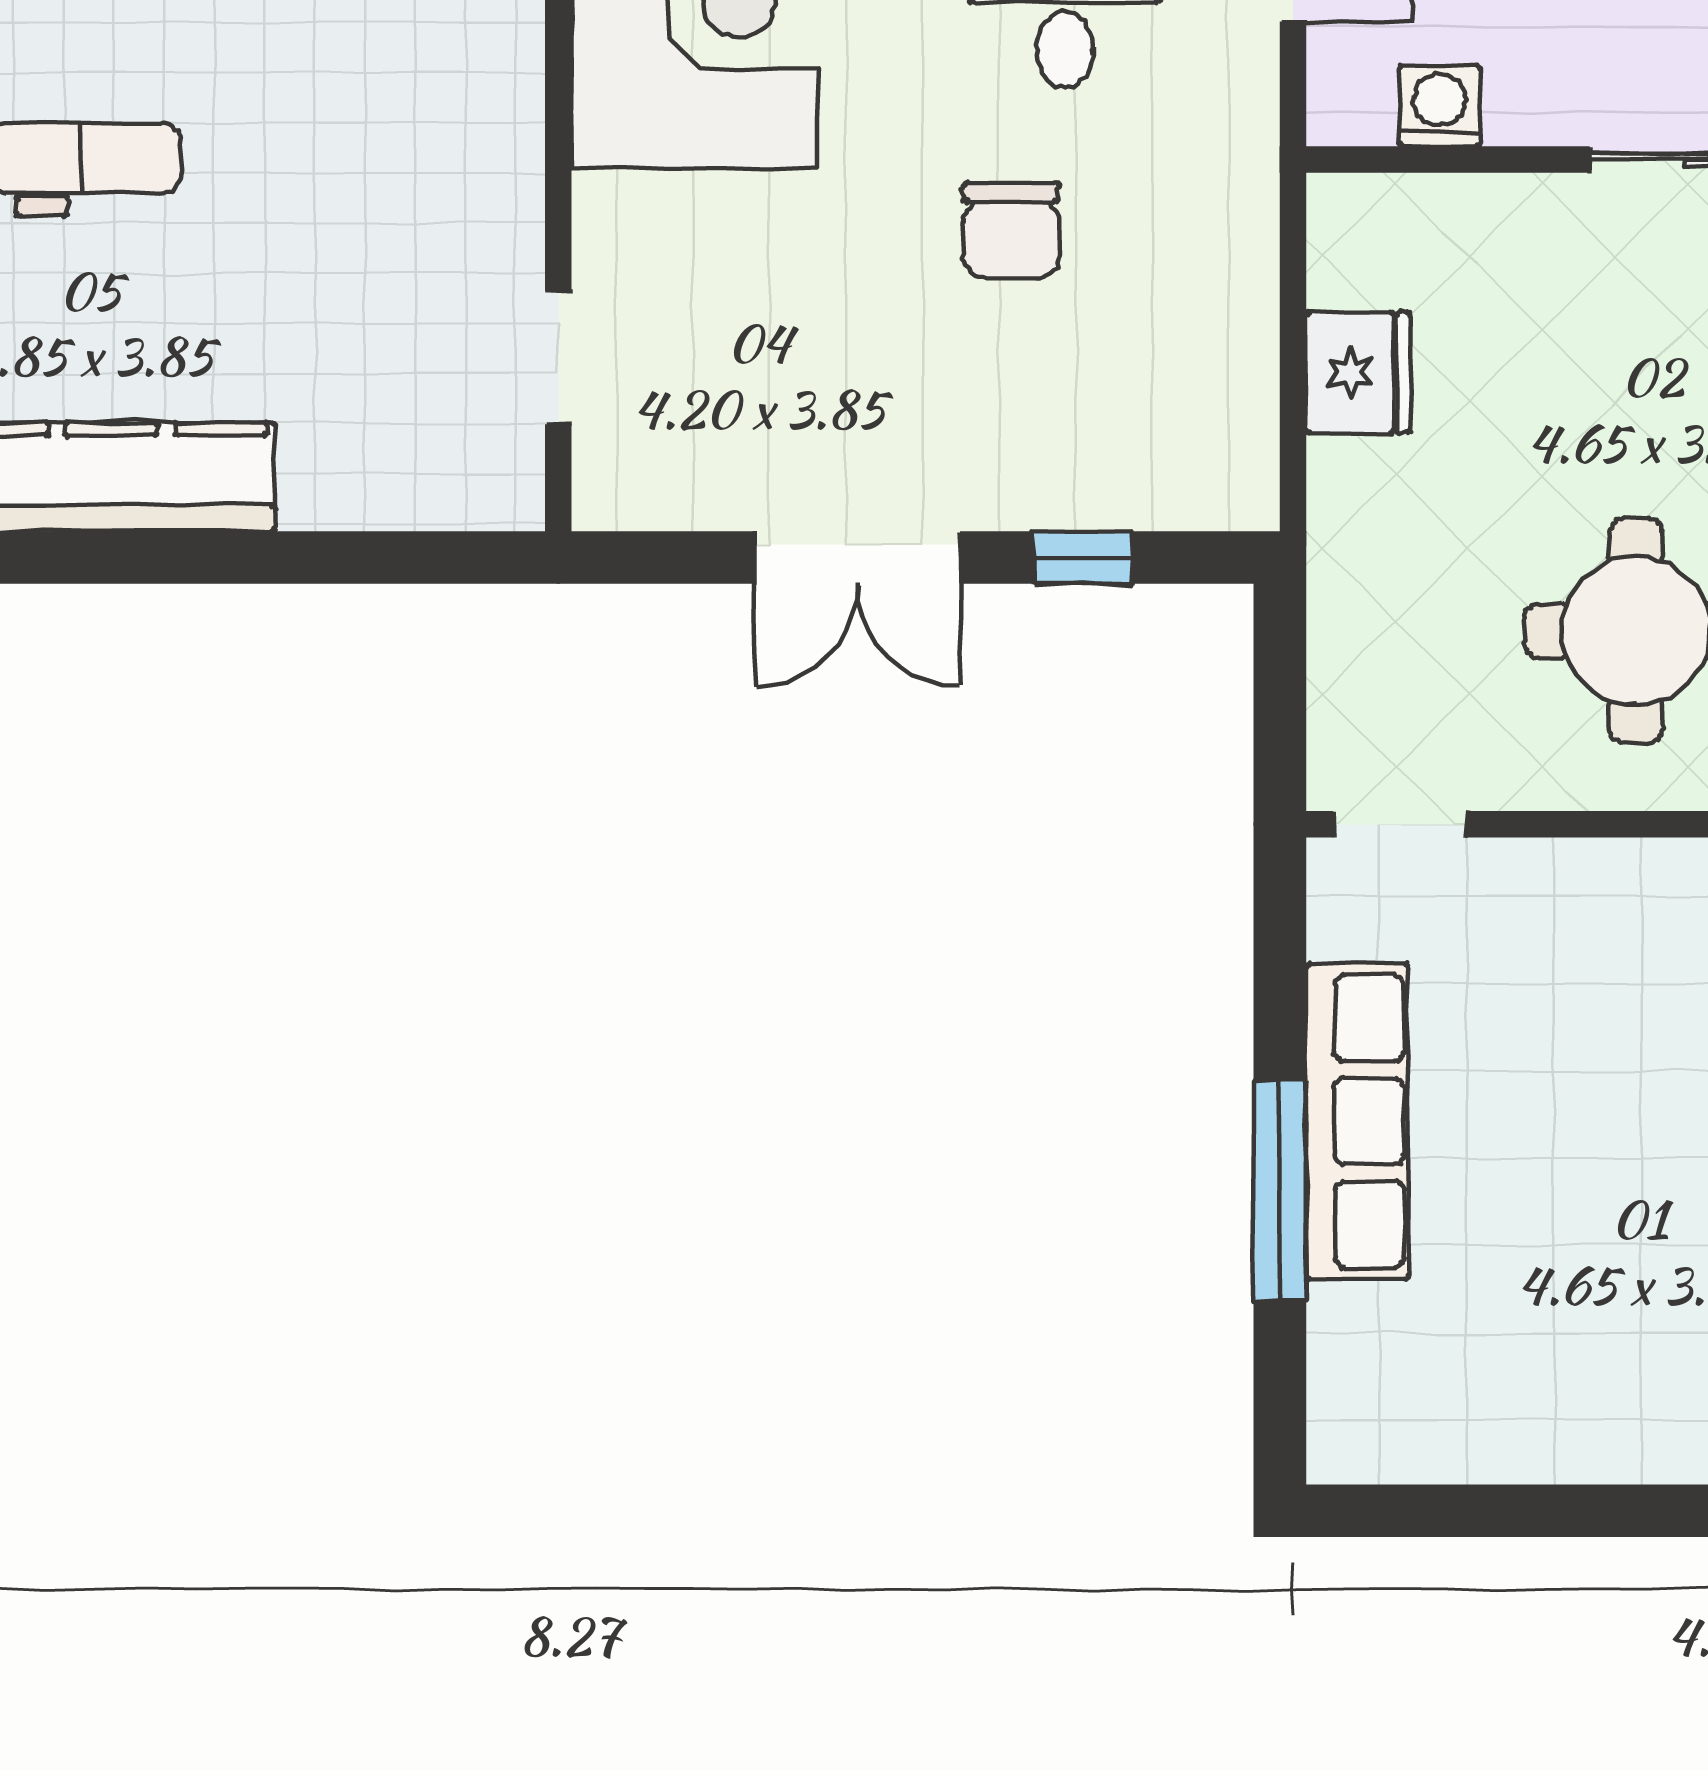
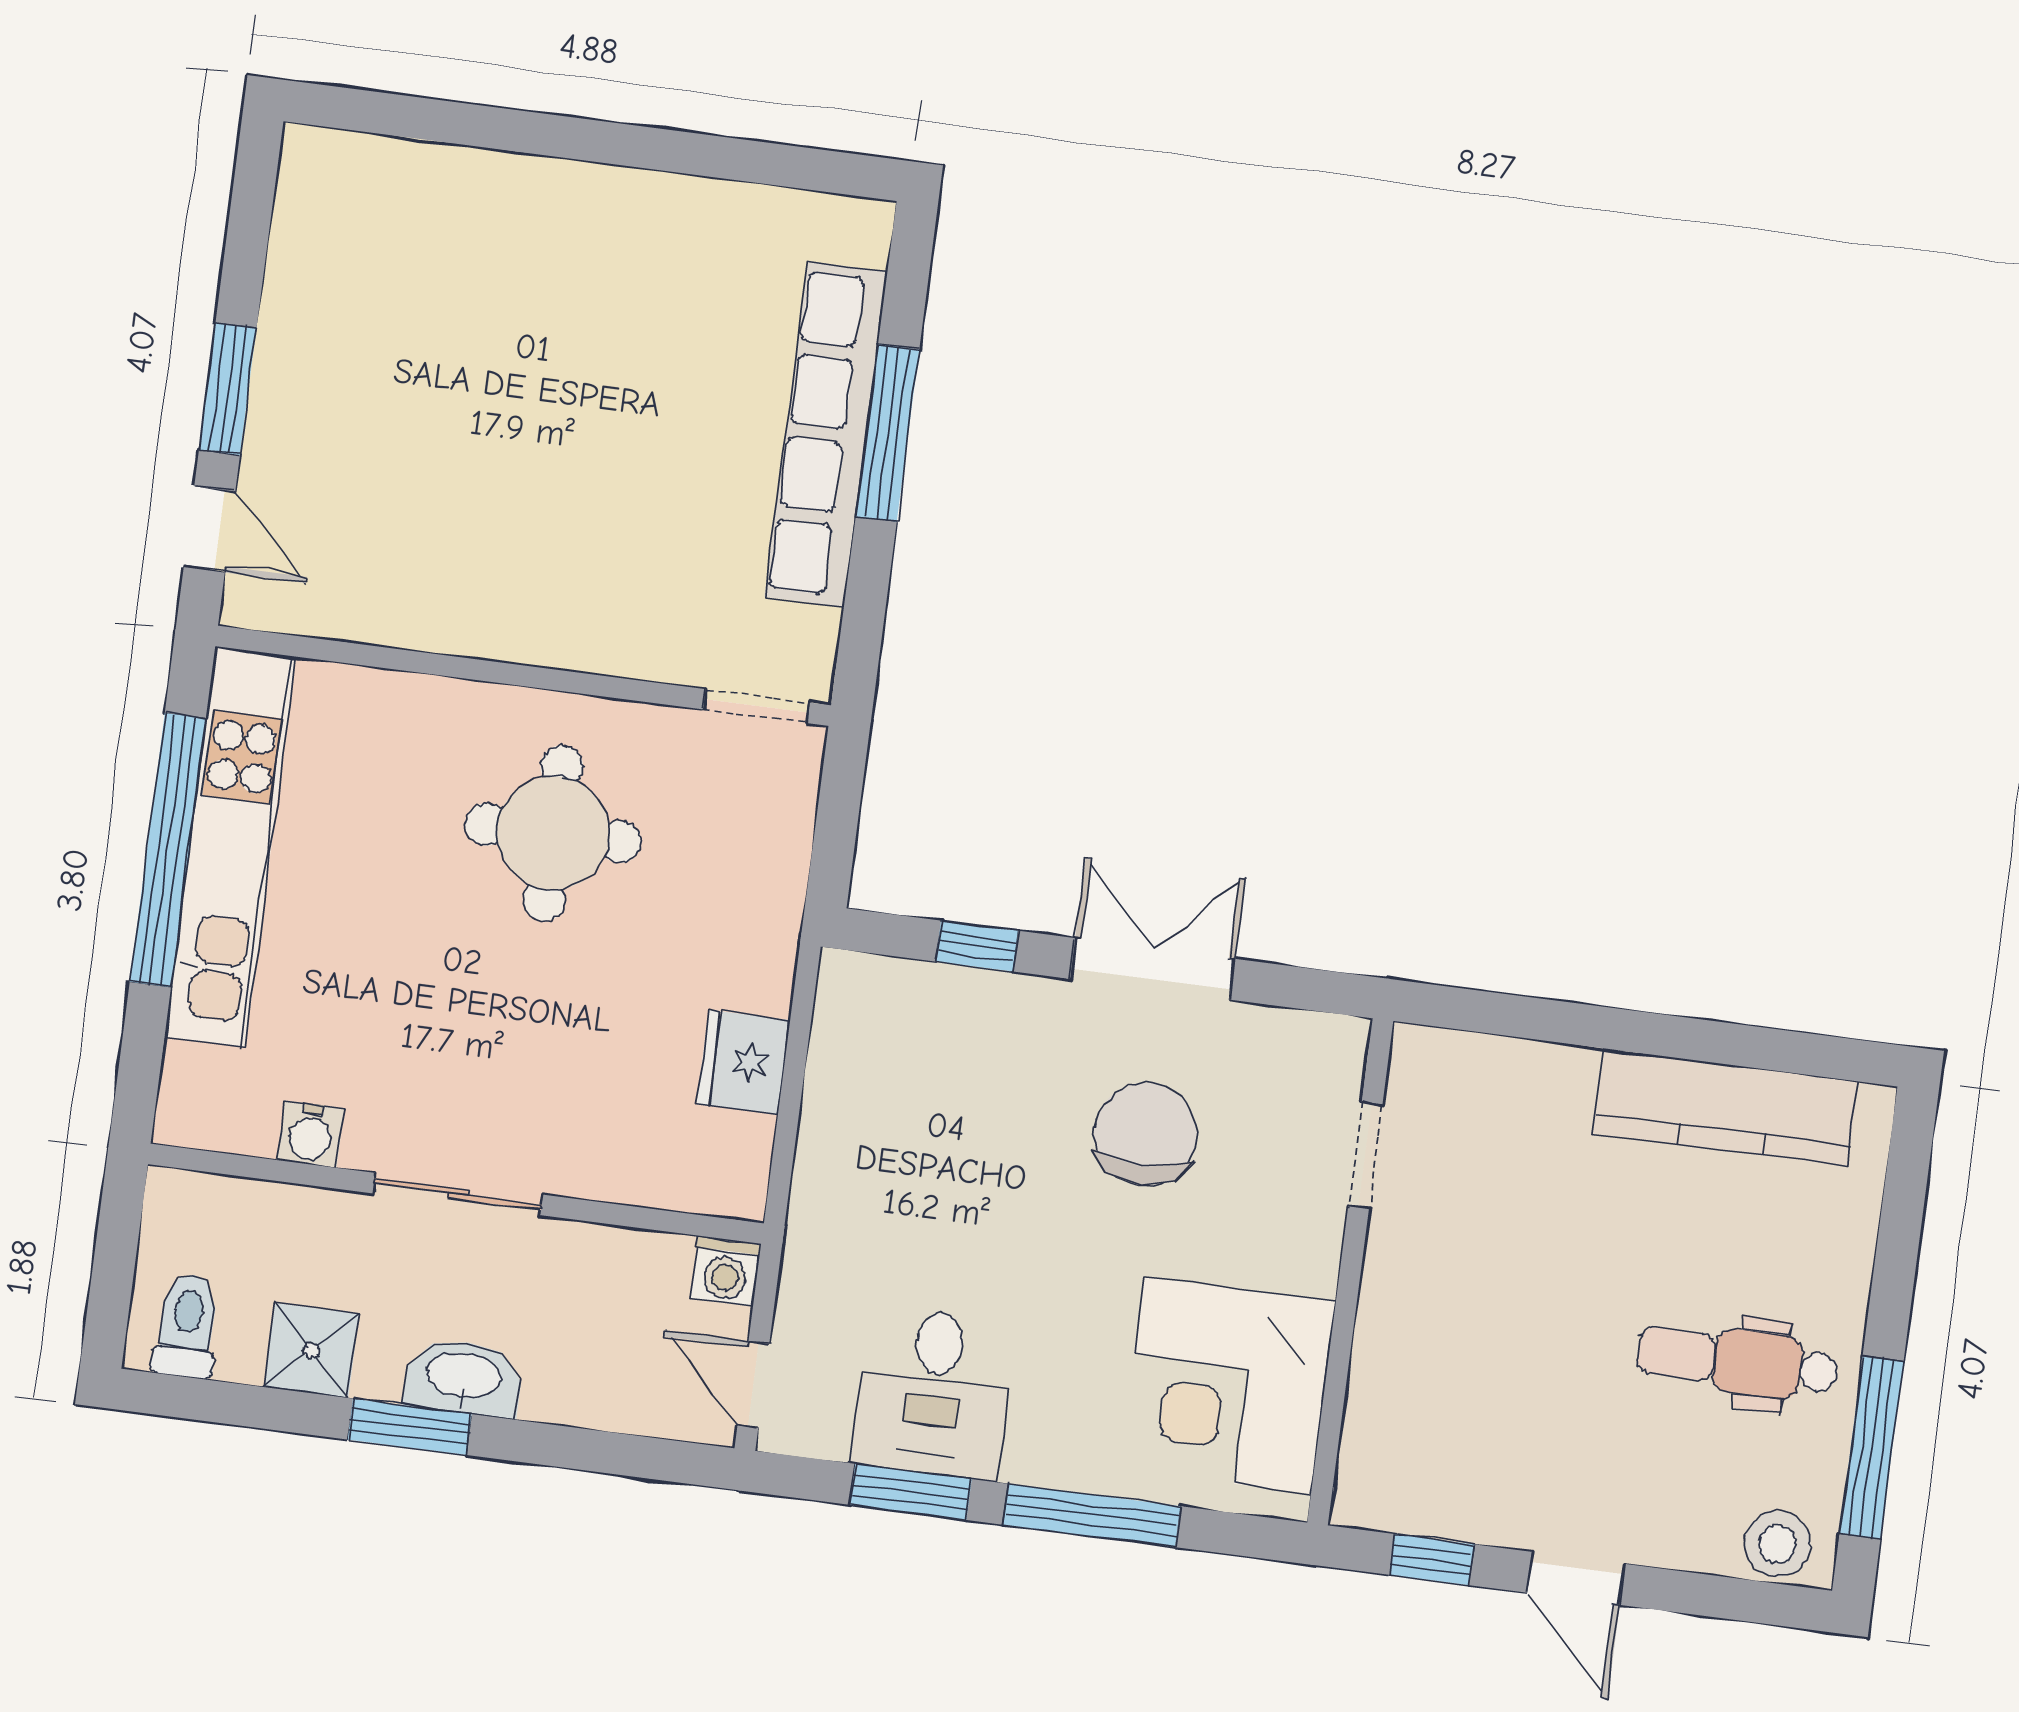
washing machine: (1440, 106) -> (726, 1271), moved
chair: (1011, 230) -> (1145, 1134), moved, width x1.37, depth x1.37
row of seats: (1357, 1121) -> (826, 434), width x1.36

